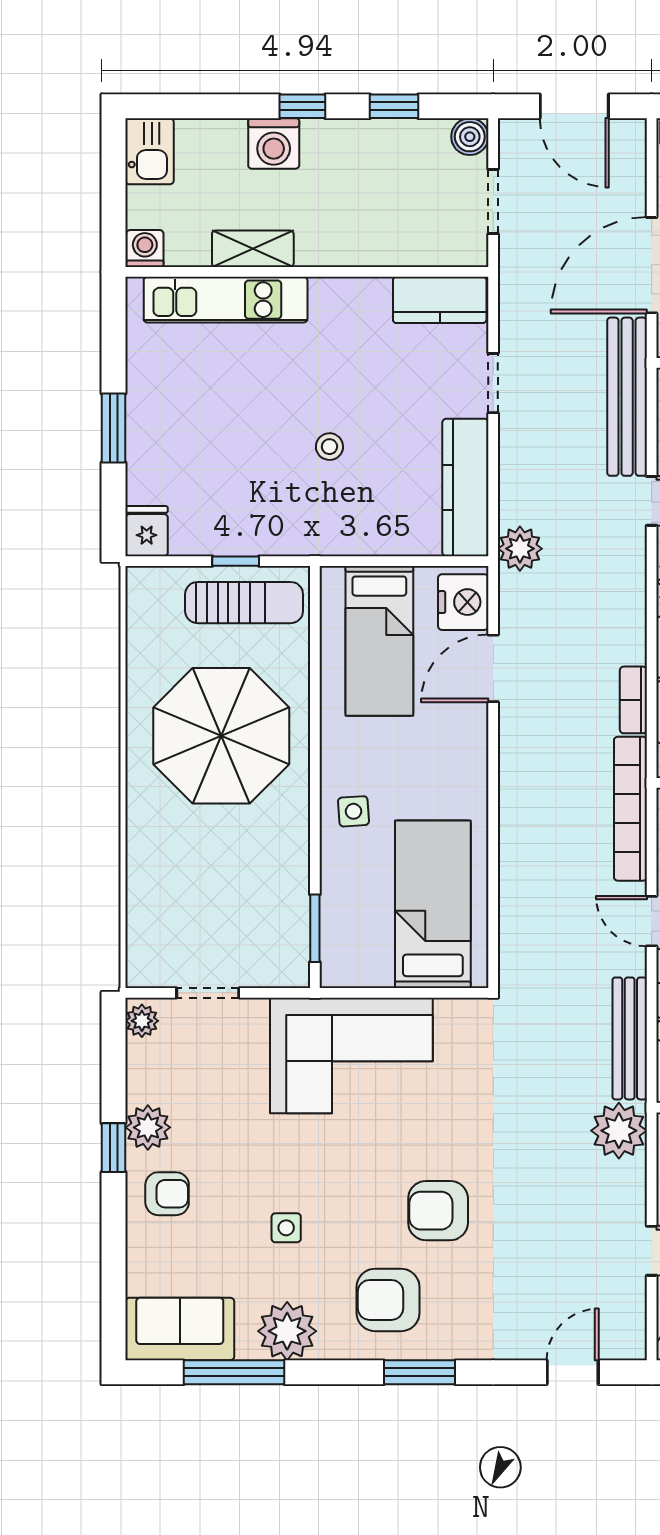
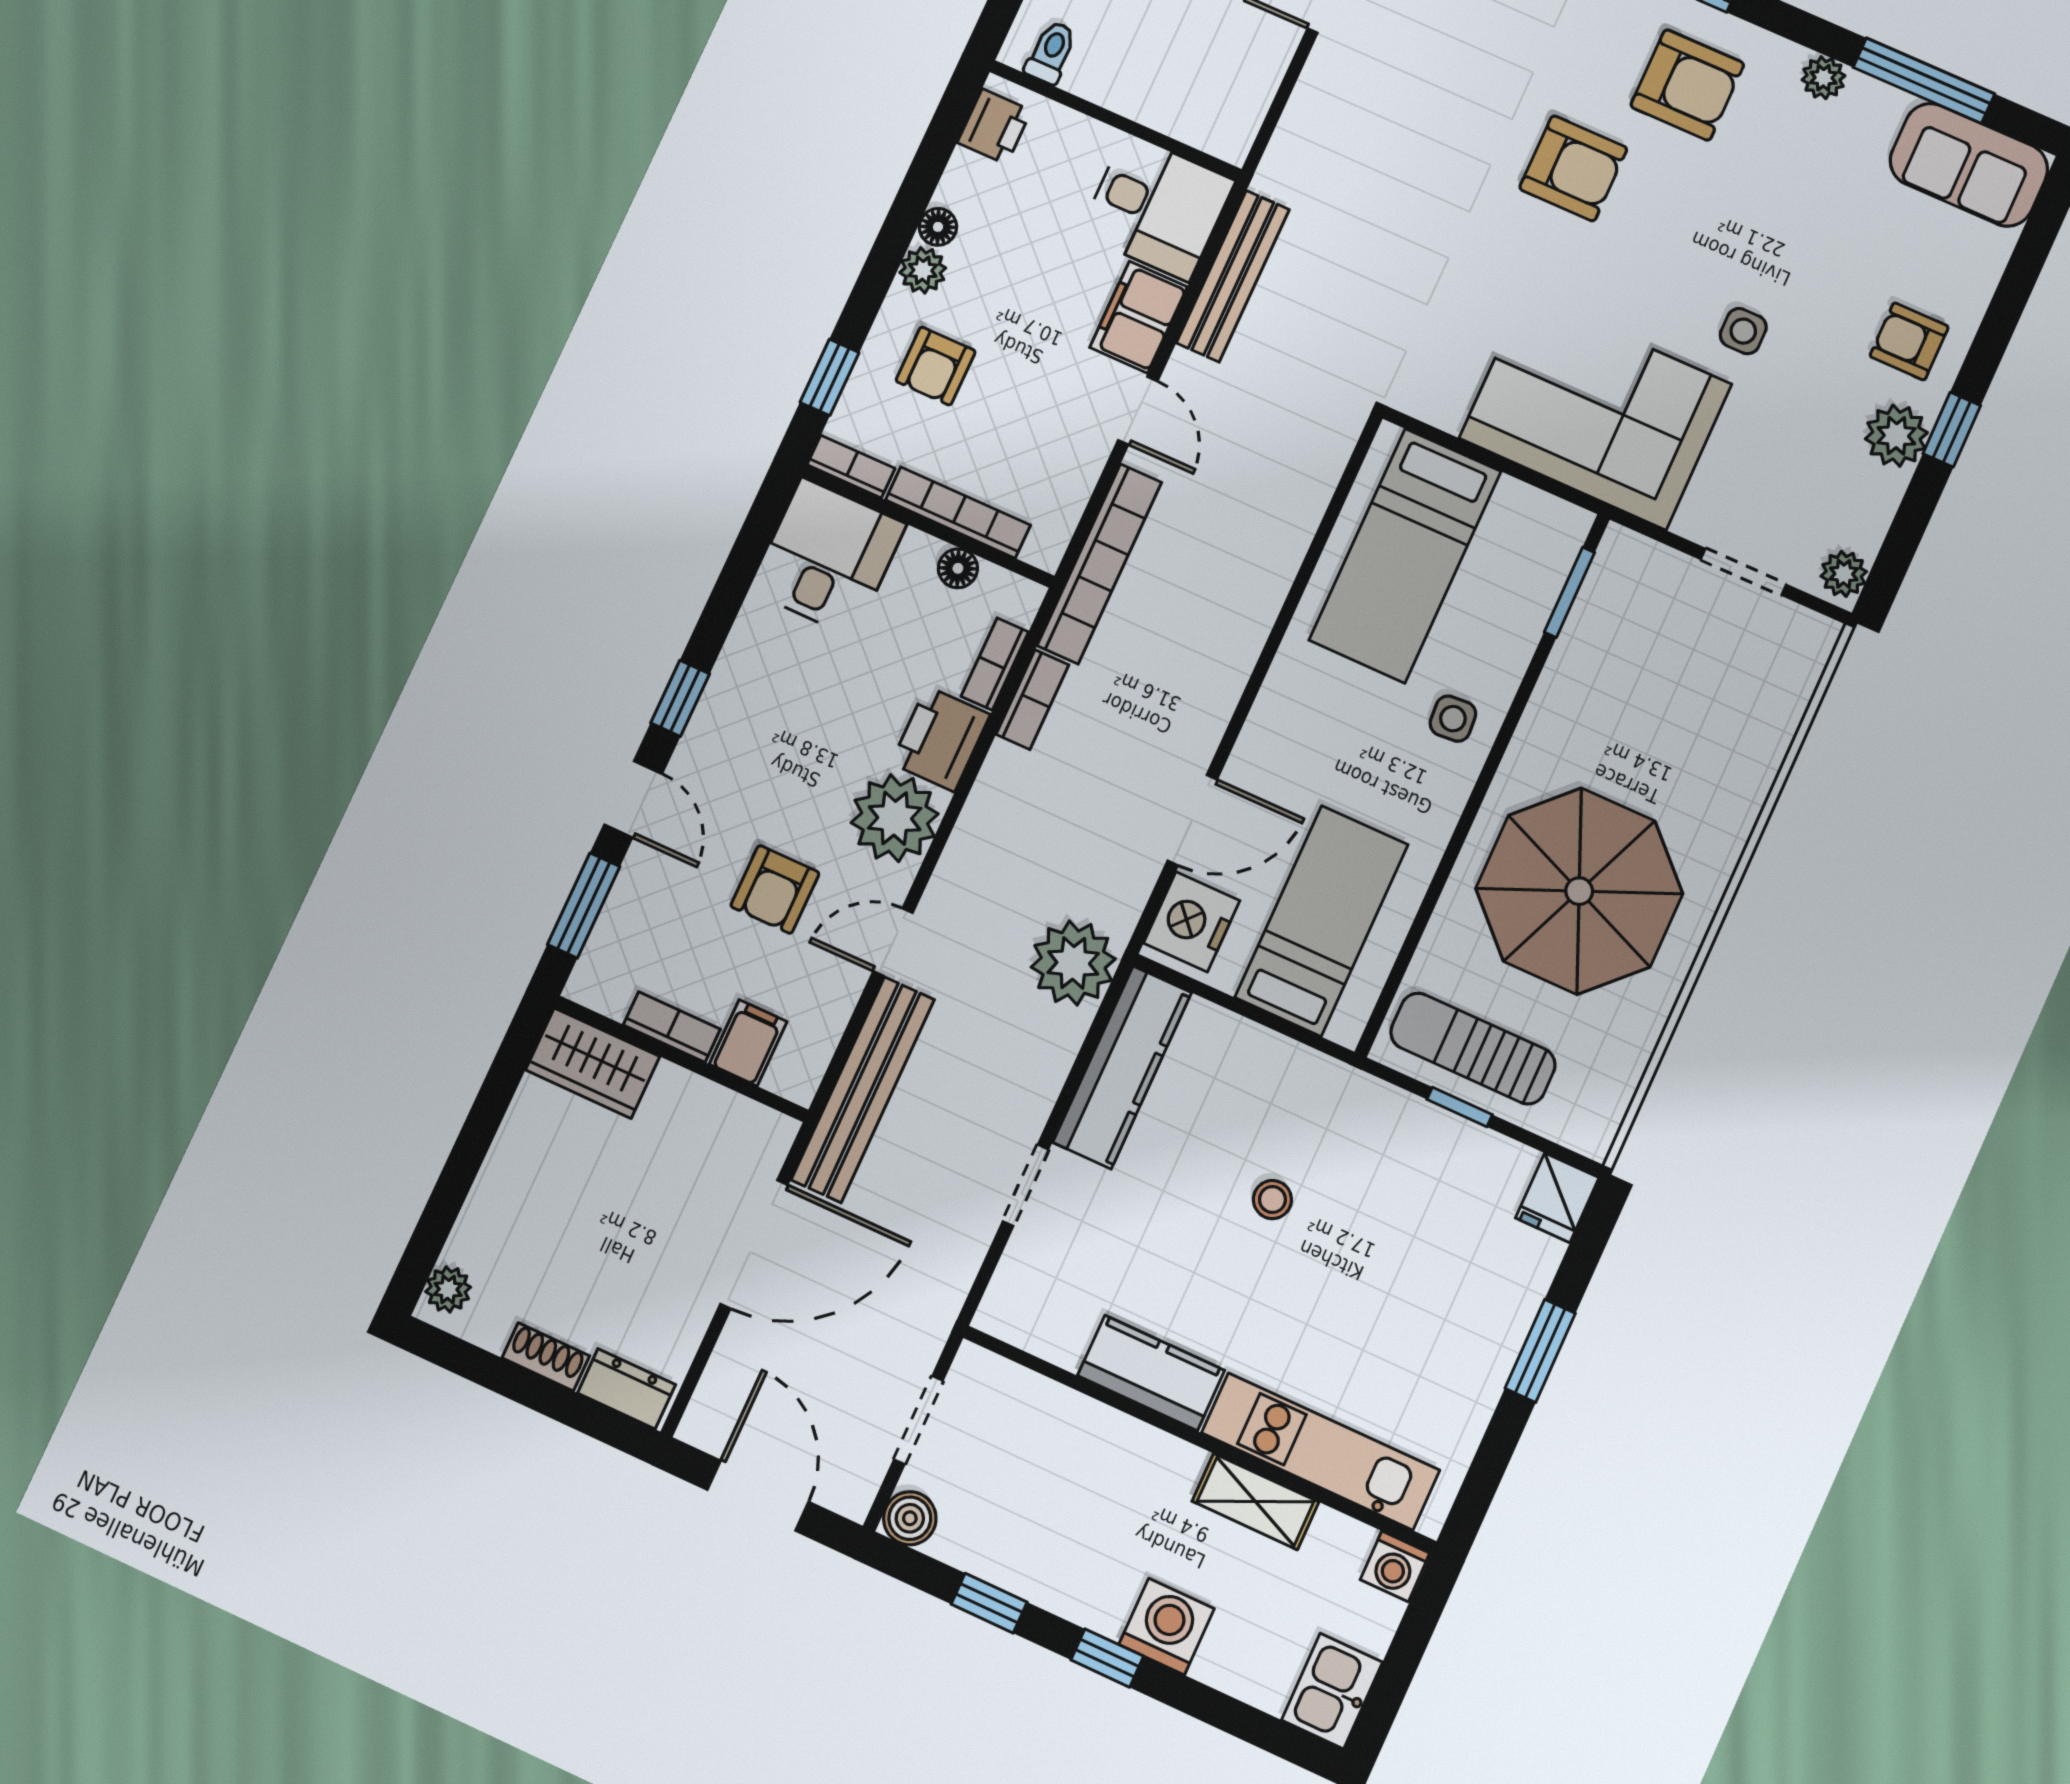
kitchen counter: (440, 300) -> (1151, 1373), moved
plant: (520, 549) -> (1073, 963), width x1.36, depth x1.36
plant: (619, 1131) -> (1299, 167), removed
side table: (286, 1228) -> (1743, 331), moved
plant: (287, 1331) -> (1823, 78), width x0.53, depth x0.53

